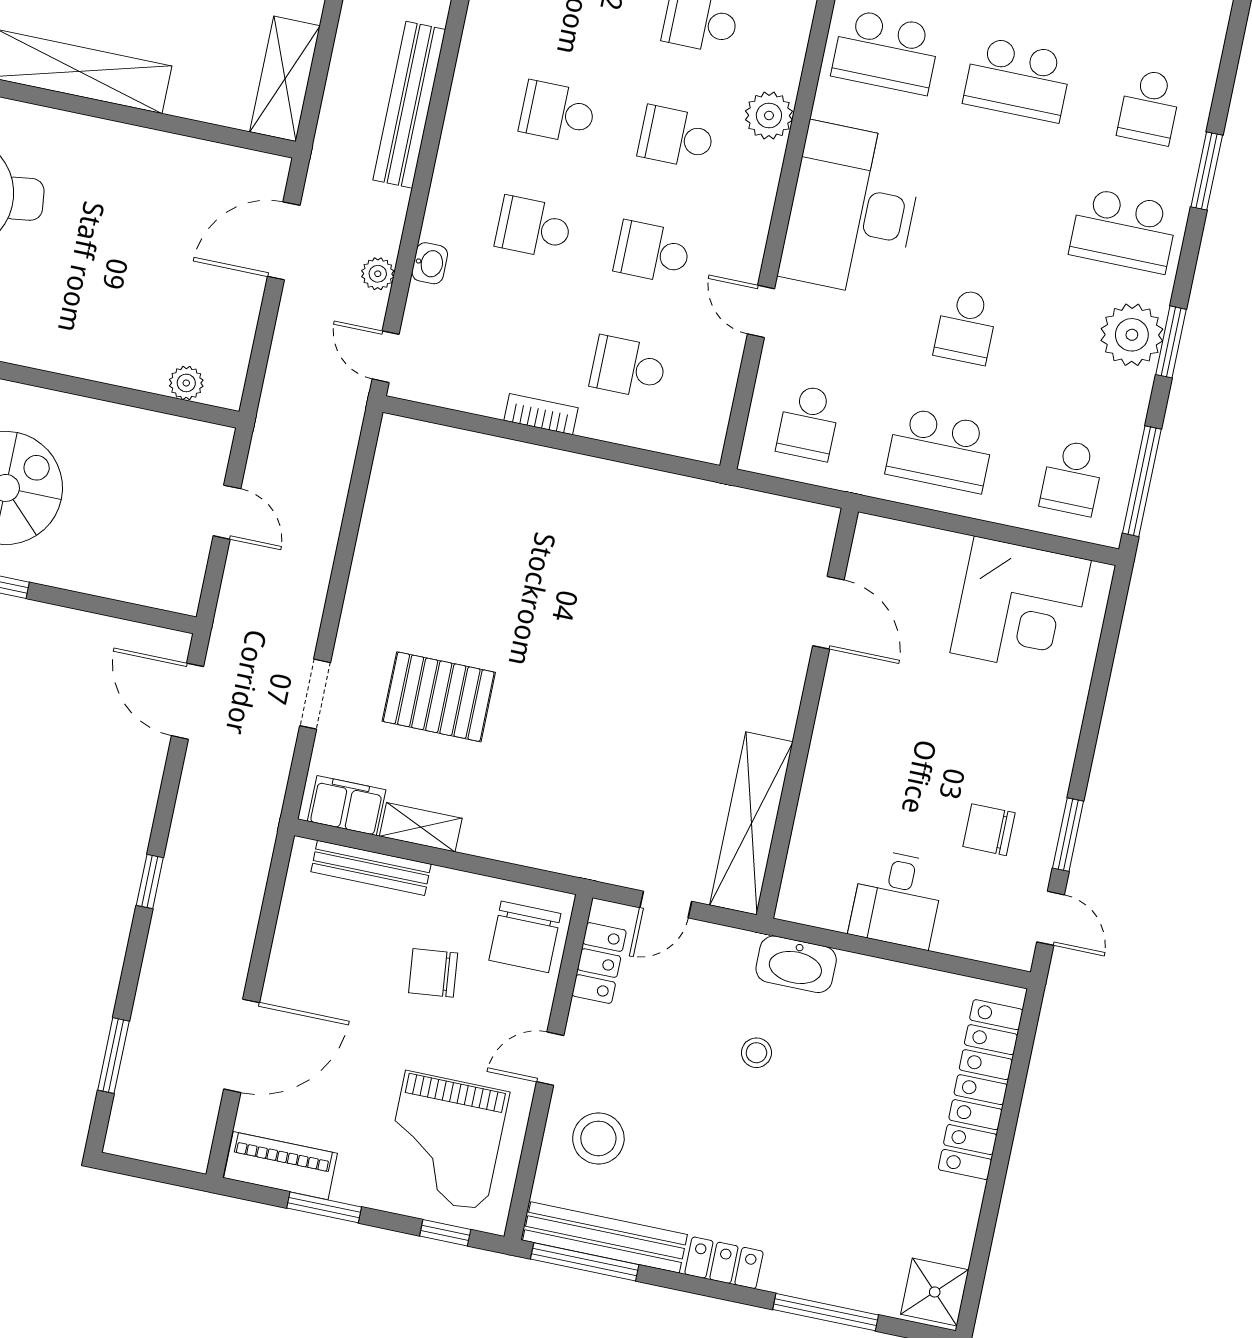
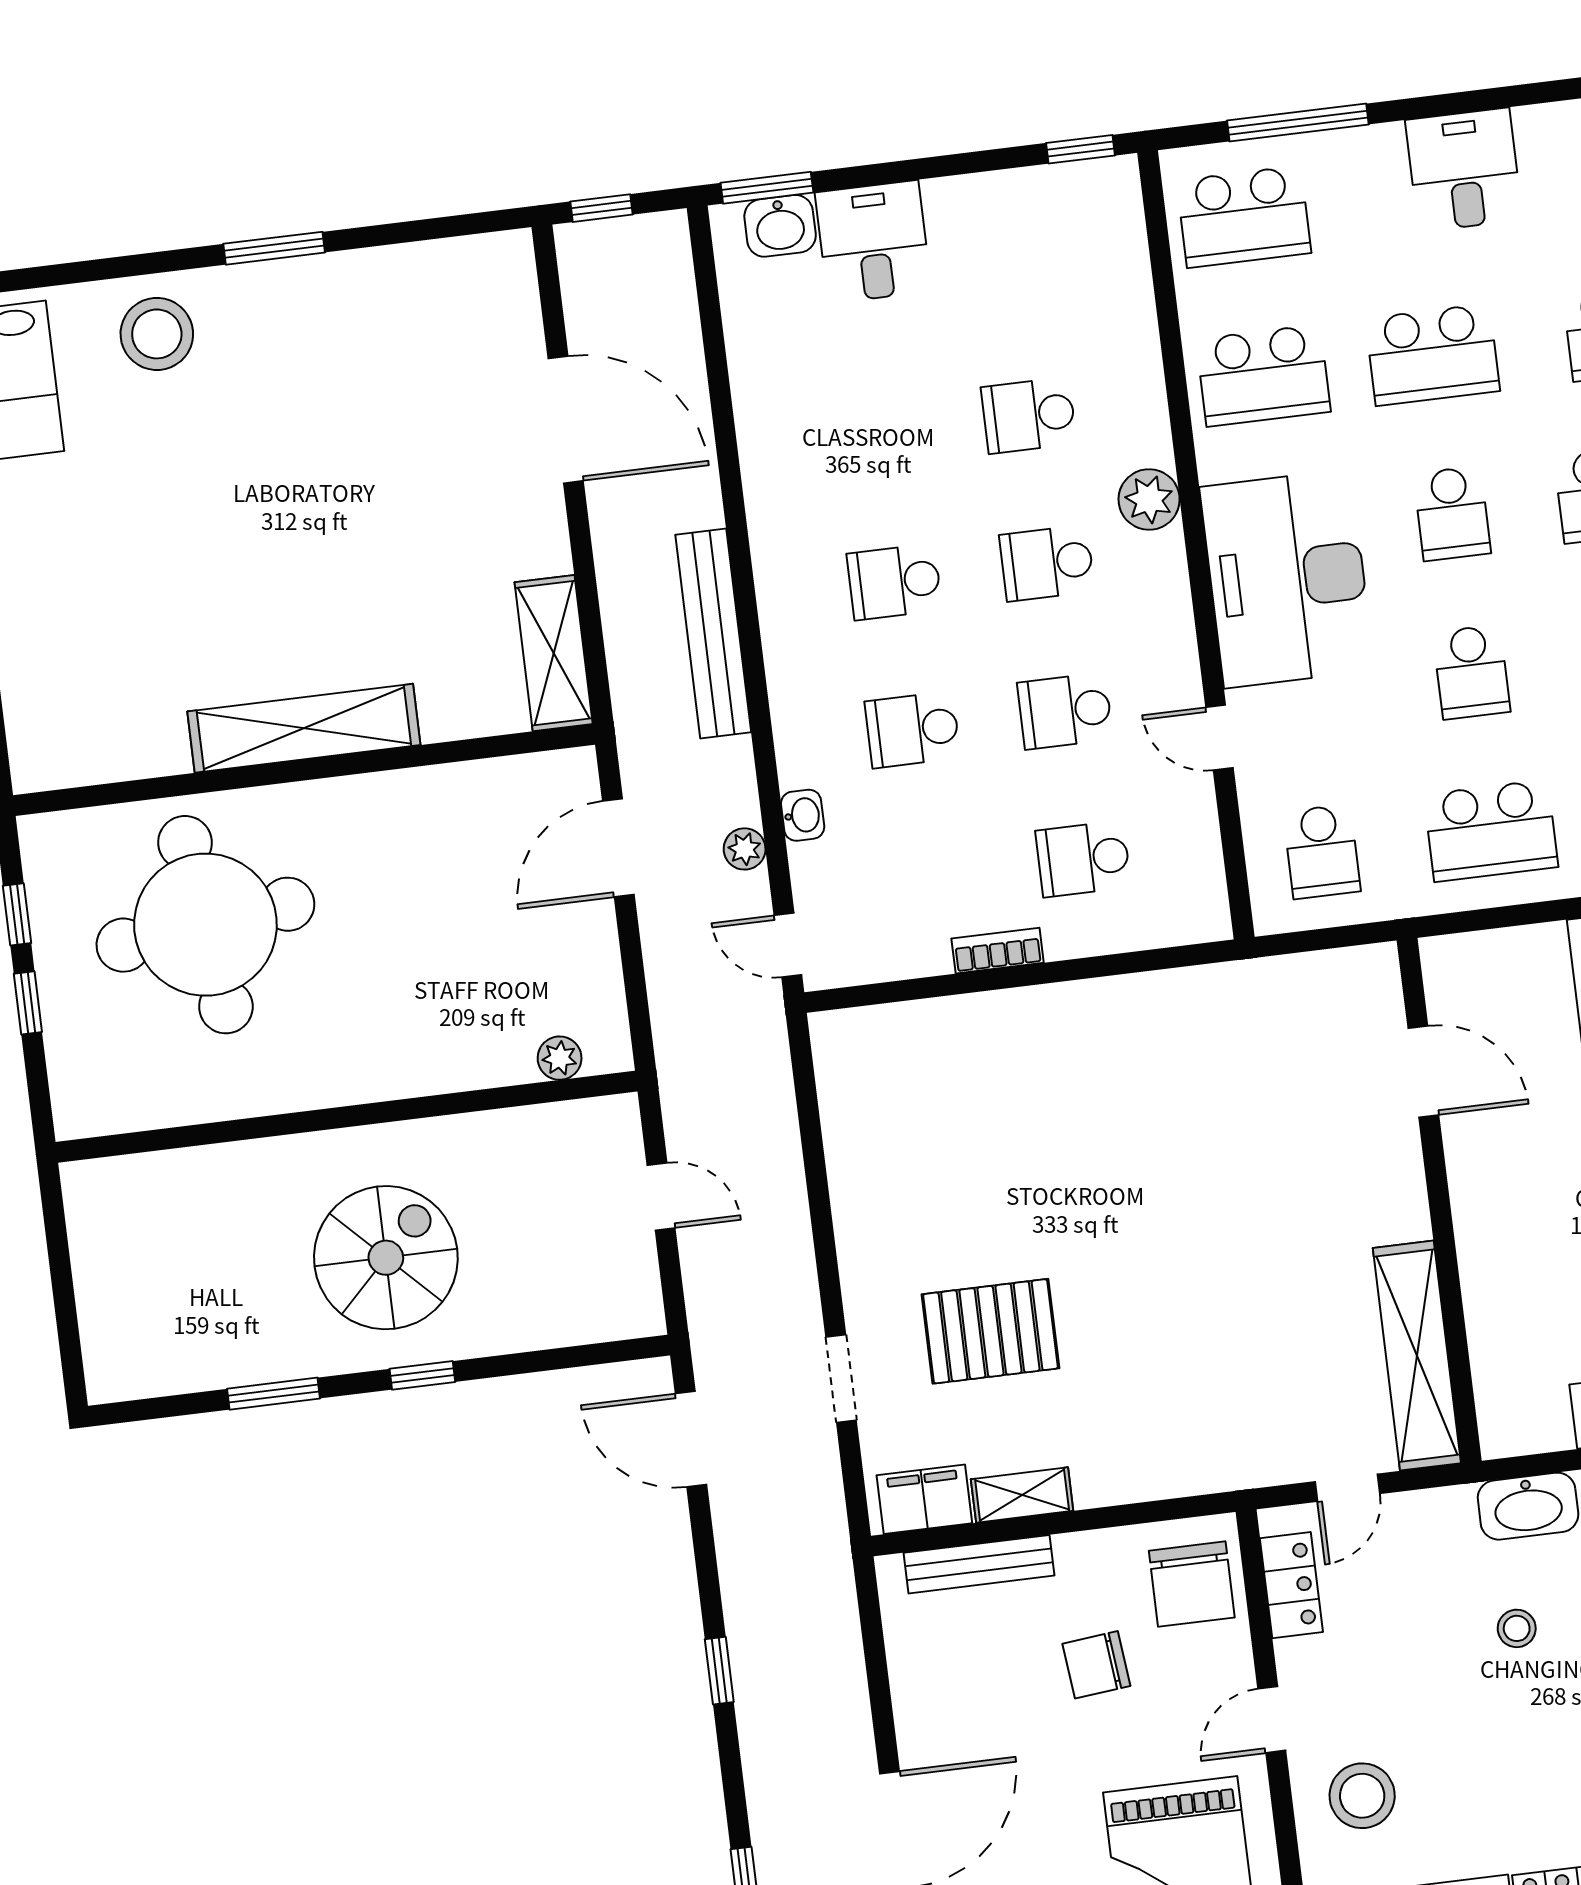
school desk: (992, 203) -> (1452, 513), added

